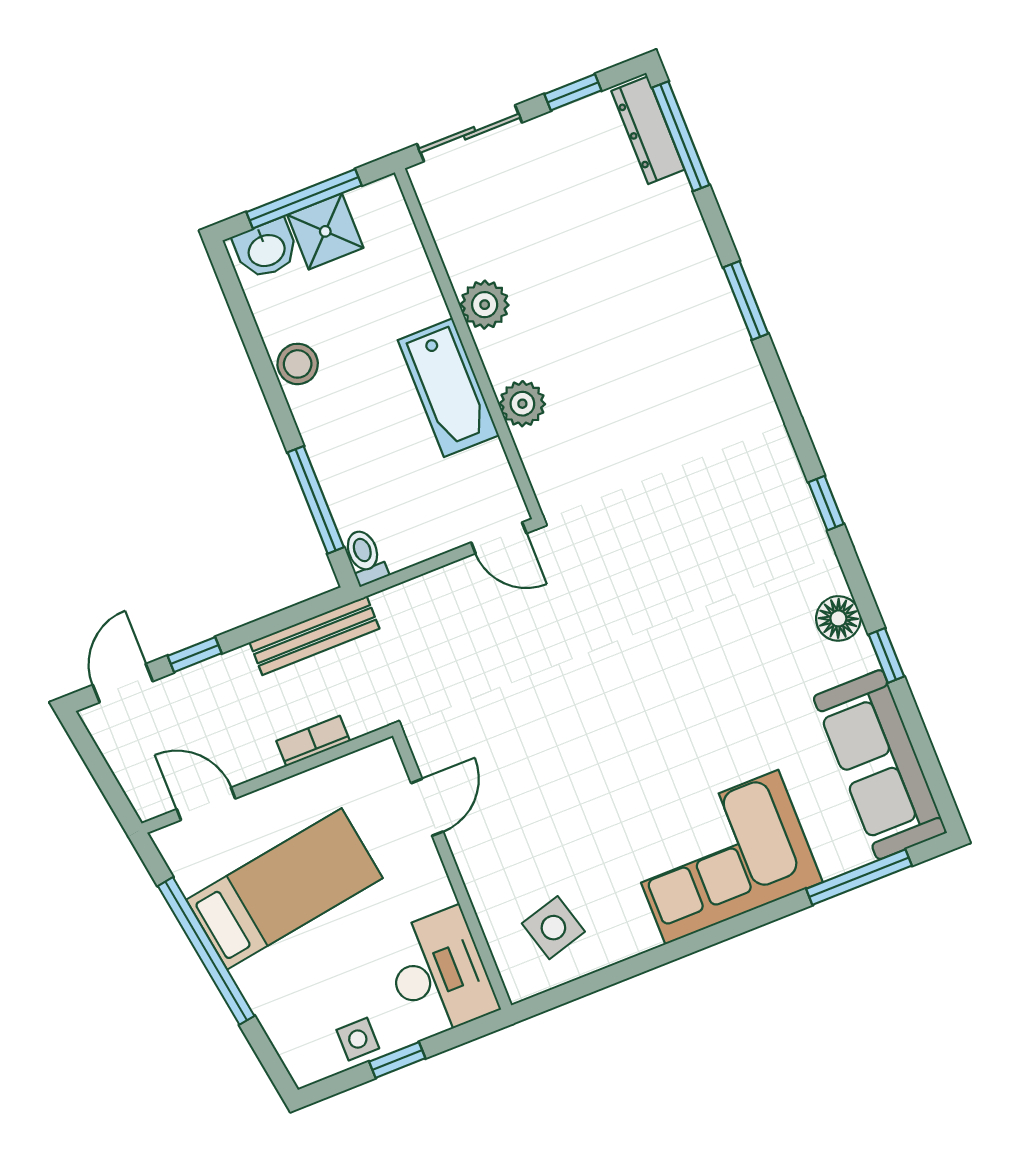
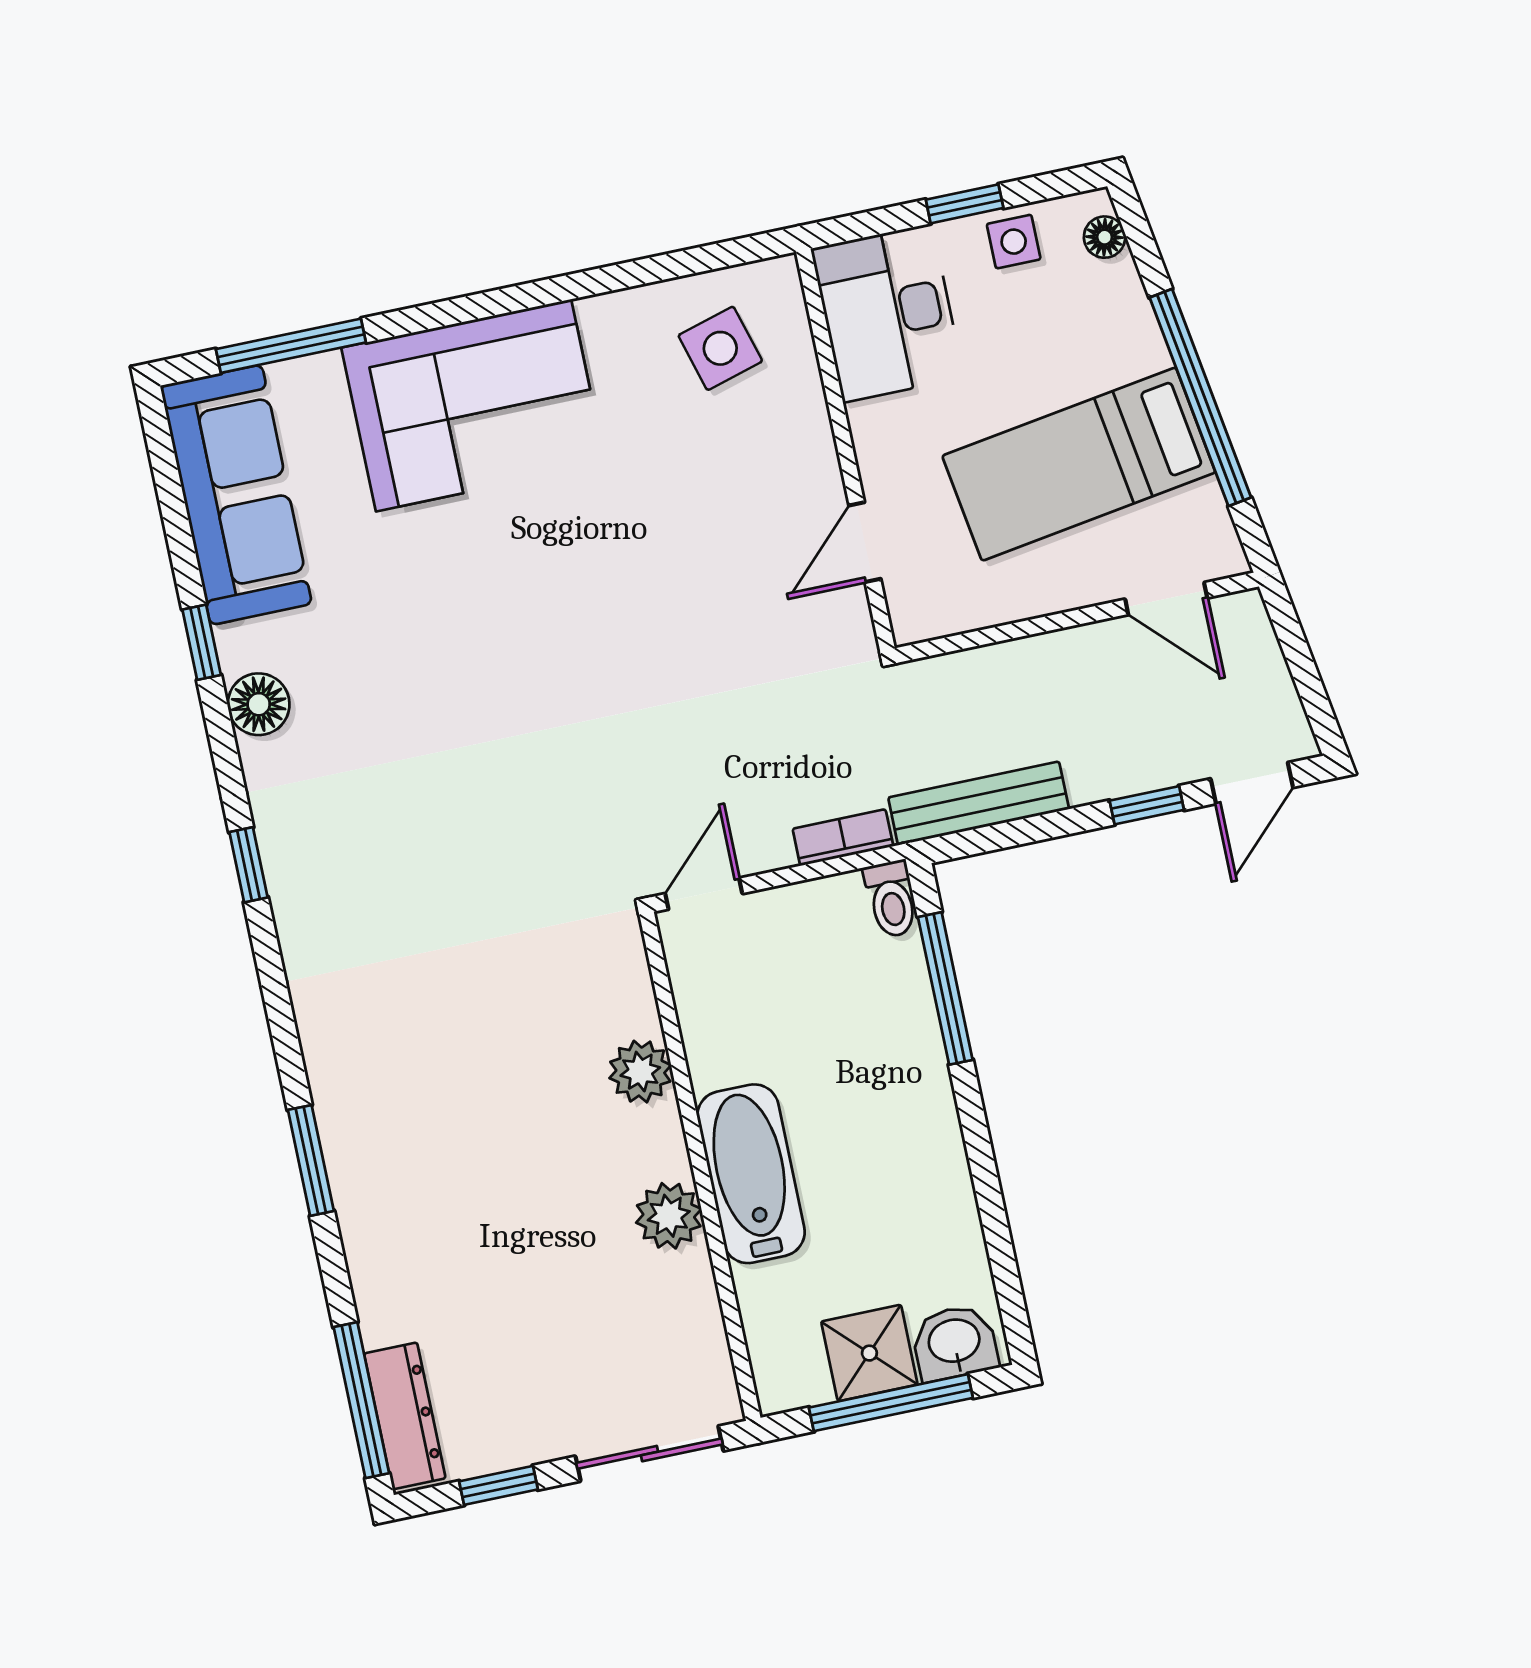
stool: (298, 364) -> (938, 1178), removed
bathtub: (448, 388) -> (751, 1174), moved
door: (499, 538) -> (704, 894), hinge flipped
bookcase: (313, 741) -> (843, 838), moved, turned 180
floor lamp: (294, 1053) -> (1105, 237), added

